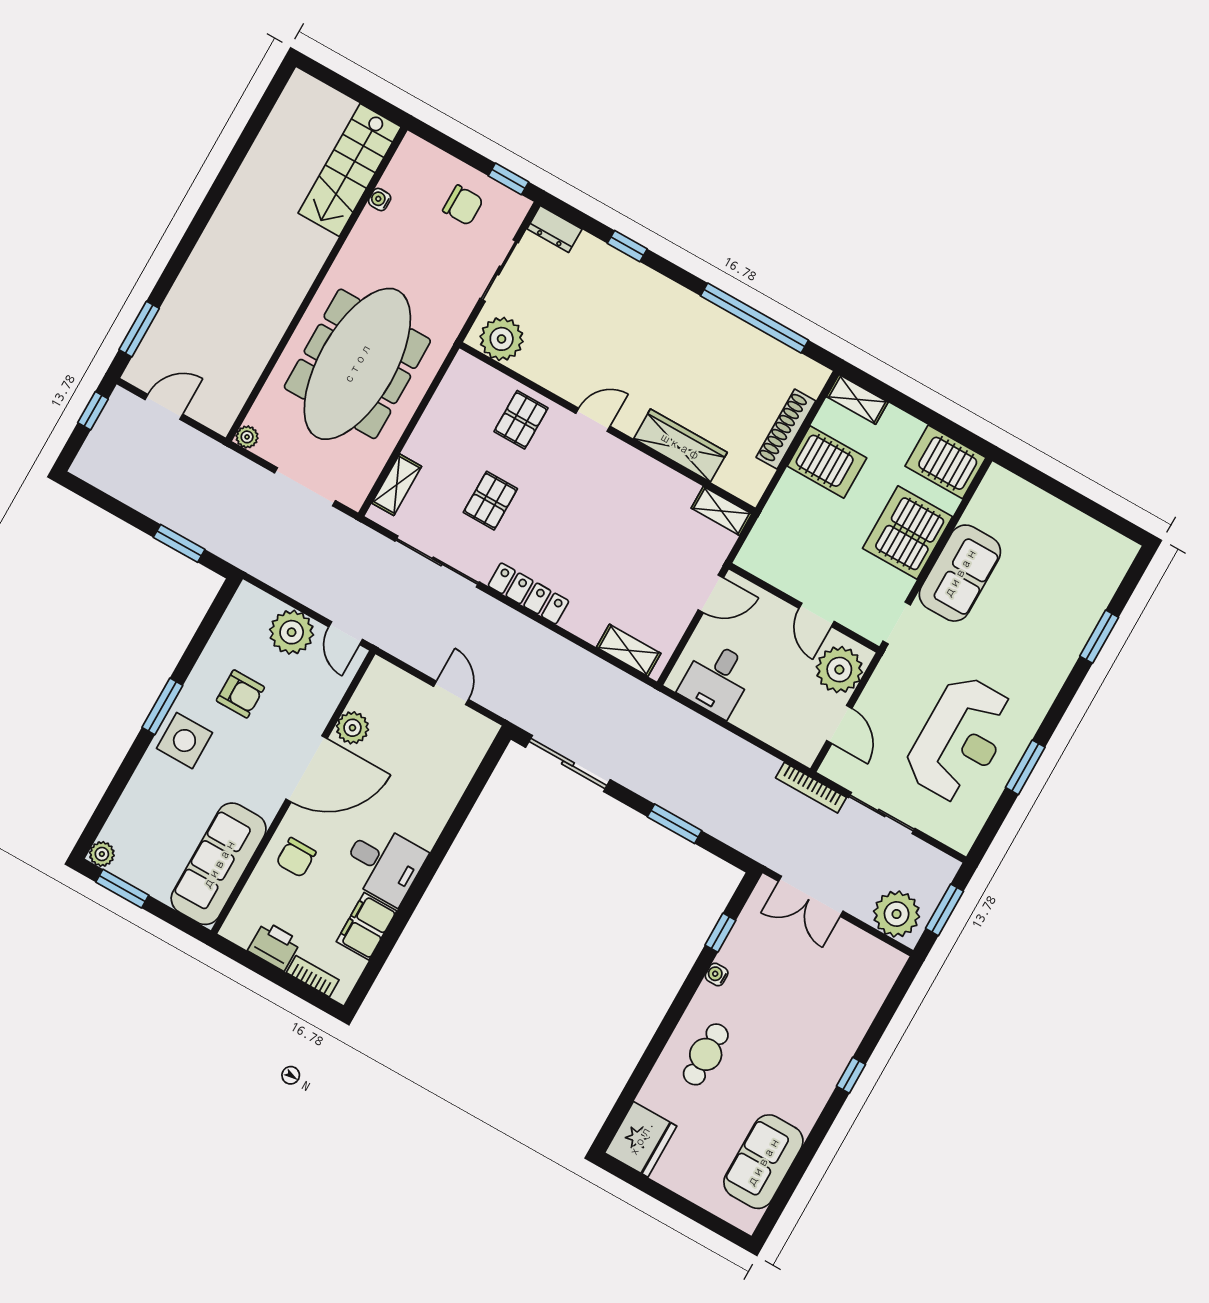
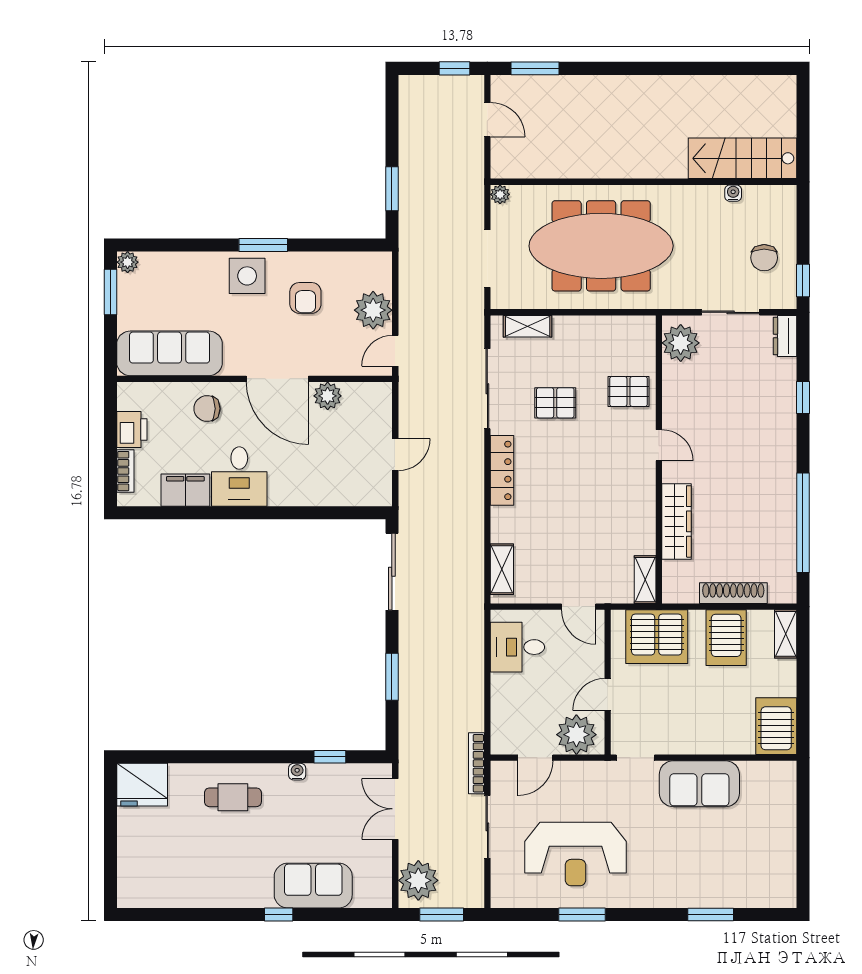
server rack: (908, 533) -> (657, 637), moved, turned 180
sofa: (763, 1162) -> (313, 886), moved

